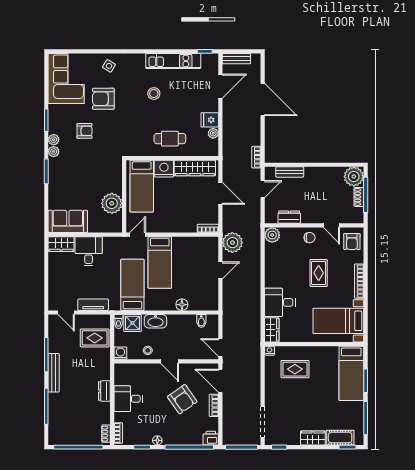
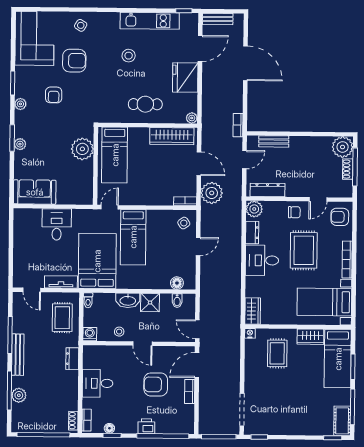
armchair: (103, 99) -> (74, 61), turned 180
fridge: (210, 120) -> (185, 77), width x1.88, depth x1.34
armchair: (85, 131) -> (54, 95), turned 90
plant: (213, 133) -> (192, 118), moved
plant: (54, 152) -> (20, 144), moved
nightstand: (164, 169) -> (139, 136), removed
plant: (112, 203) -> (82, 149), moved
dresser: (289, 217) -> (267, 190), width x1.44
door: (331, 225) -> (318, 199), hinge flipped
armchair: (352, 242) -> (340, 217), turned 90
plant: (232, 243) -> (212, 193), moved
wardrobe: (61, 244) -> (27, 216), removed
side table: (207, 249) -> (184, 223), added
dresser: (271, 257) -> (252, 233), added
rug: (319, 273) -> (304, 250), width x1.36, depth x1.43
bed: (132, 285) -> (97, 261), width x1.50
desk: (280, 302) -> (262, 260), moved
floor lamp: (182, 305) -> (177, 283), moved
shower: (133, 323) -> (150, 303), moved
rug: (95, 338) -> (62, 318), turned 90
rug: (295, 369) -> (277, 353), turned 90
door: (220, 381) -> (197, 365), hinge flipped
dresser: (104, 391) -> (72, 359), moved
armchair: (182, 399) -> (156, 384), turned 125
plant: (55, 411) -> (19, 395), added
printer: (211, 438) -> (146, 426), moved
wardrobe: (313, 438) -> (310, 337), moved, turned 180
cot: (340, 438) -> (342, 421), moved, turned 90
floor lamp: (157, 440) -> (109, 428), moved

